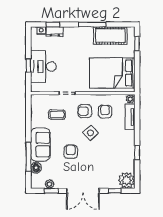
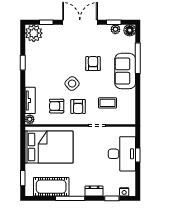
dresser: (55, 31) -> (94, 191), moved
armchair: (85, 111) -> (78, 107), turned 90
armchair: (105, 112) -> (57, 106), turned 90
armchair: (71, 152) -> (93, 64), turned 180
floor lamp: (36, 168) -> (130, 30), moved

